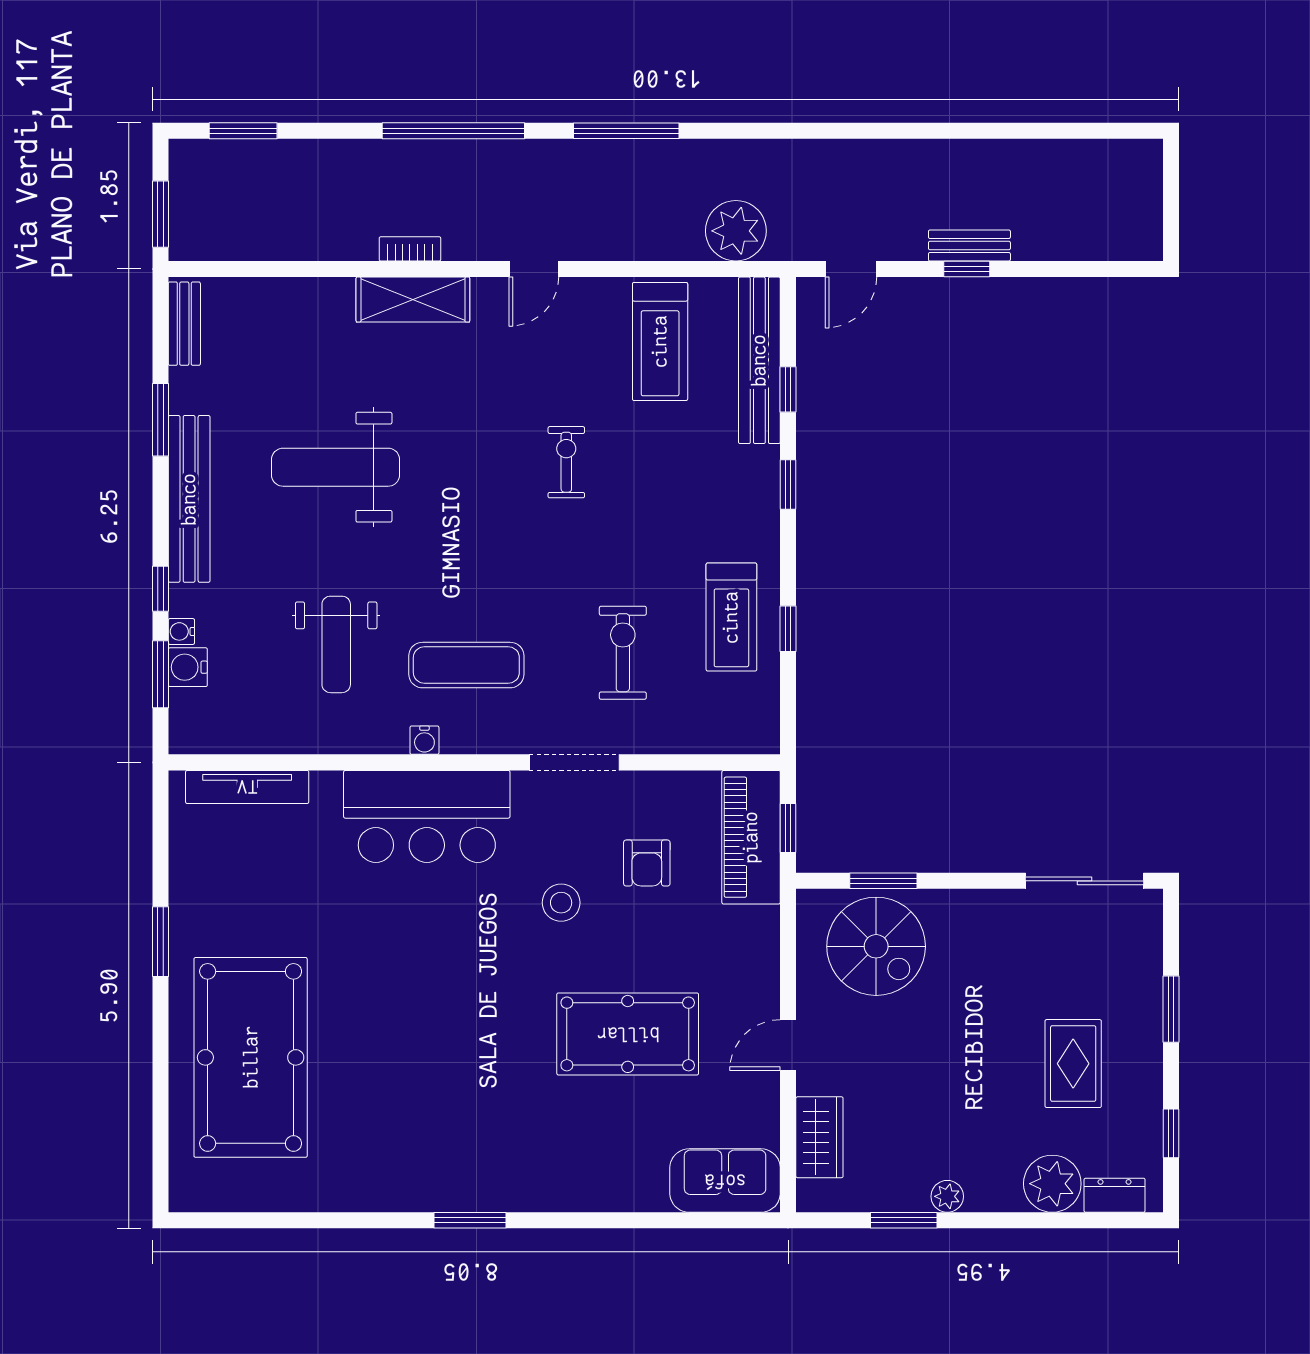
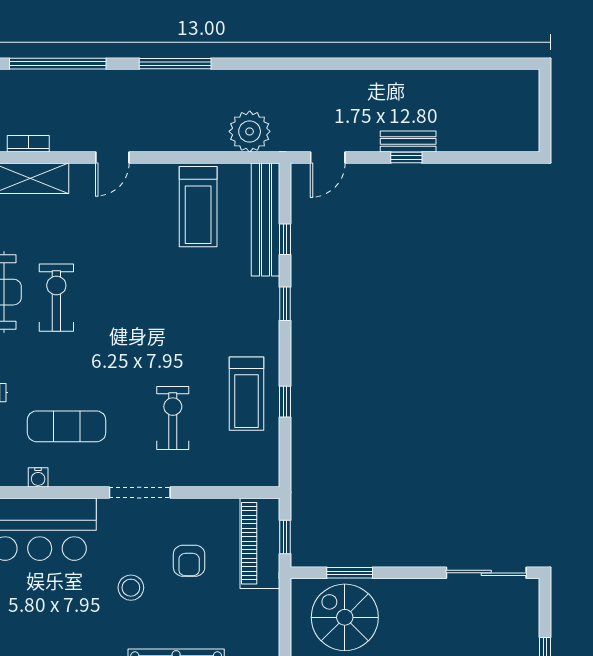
exercise bike: (566, 462) -> (56, 298), moved, width x1.38, depth x1.39
spiral stairs: (876, 946) -> (345, 617), turned 180

